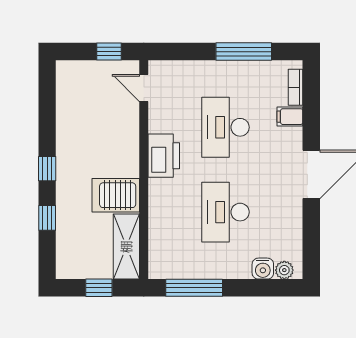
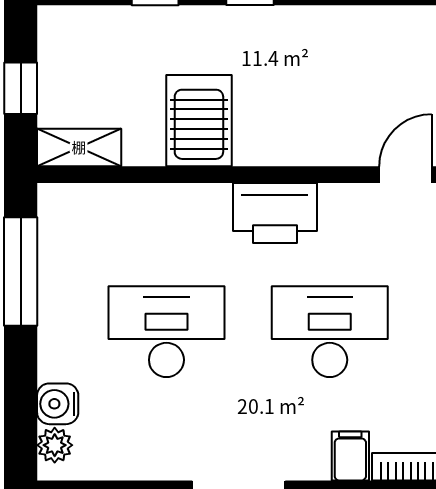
shelving: (126, 247) -> (79, 147), width x0.67, depth x0.75

